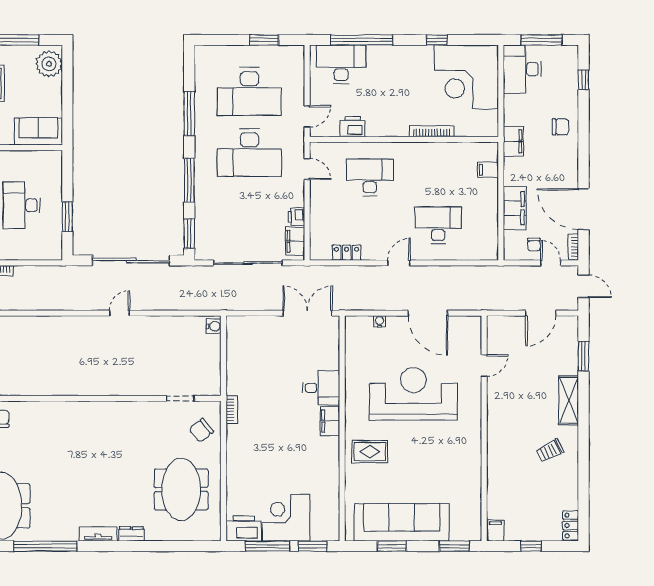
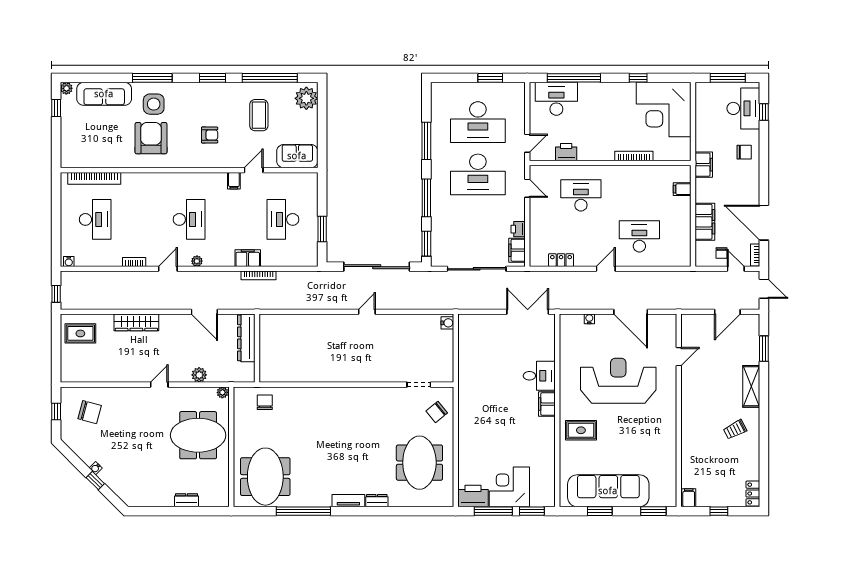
desk: (522, 69) -> (743, 108), moved, turned 180
bookcase: (232, 410) -> (463, 394), removed

